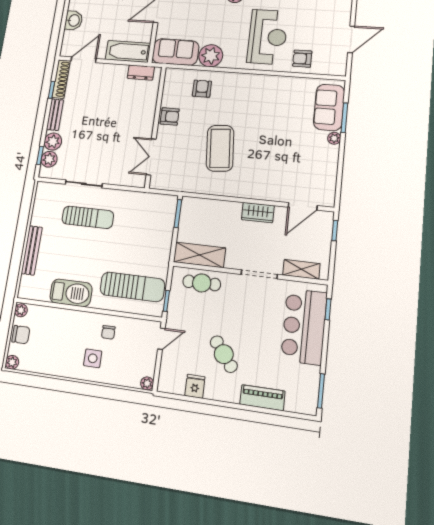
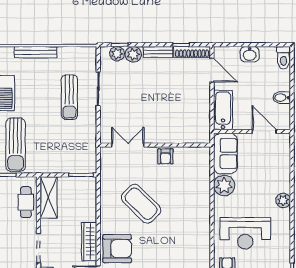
dresser: (141, 72) -> (204, 125), removed
armchair: (202, 89) -> (117, 249), moved, width x1.88, depth x1.88
coffee table: (220, 148) -> (141, 204), turned 50
wardrobe: (258, 213) -> (89, 242), width x1.50

